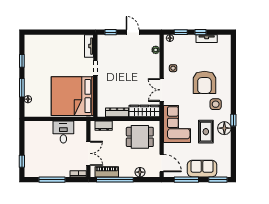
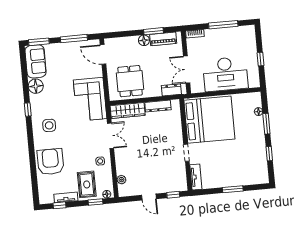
window: (57, 32) -> (233, 189), added
window: (200, 32) -> (59, 205), moved
armchair: (204, 82) -> (50, 162), moved
floor lamp: (224, 128) -> (36, 86), moved
desk: (63, 132) -> (225, 74), width x1.87, depth x1.30
rug: (206, 132) -> (87, 184), moved
dining table: (140, 137) -> (130, 81), turned 90
double door: (88, 153) -> (187, 69), moved
window: (22, 161) -> (260, 59), moved
sofa: (202, 169) -> (36, 61), moved, turned -90
floor lamp: (140, 172) -> (144, 40), moved
window: (115, 180) -> (153, 31), width x0.47

